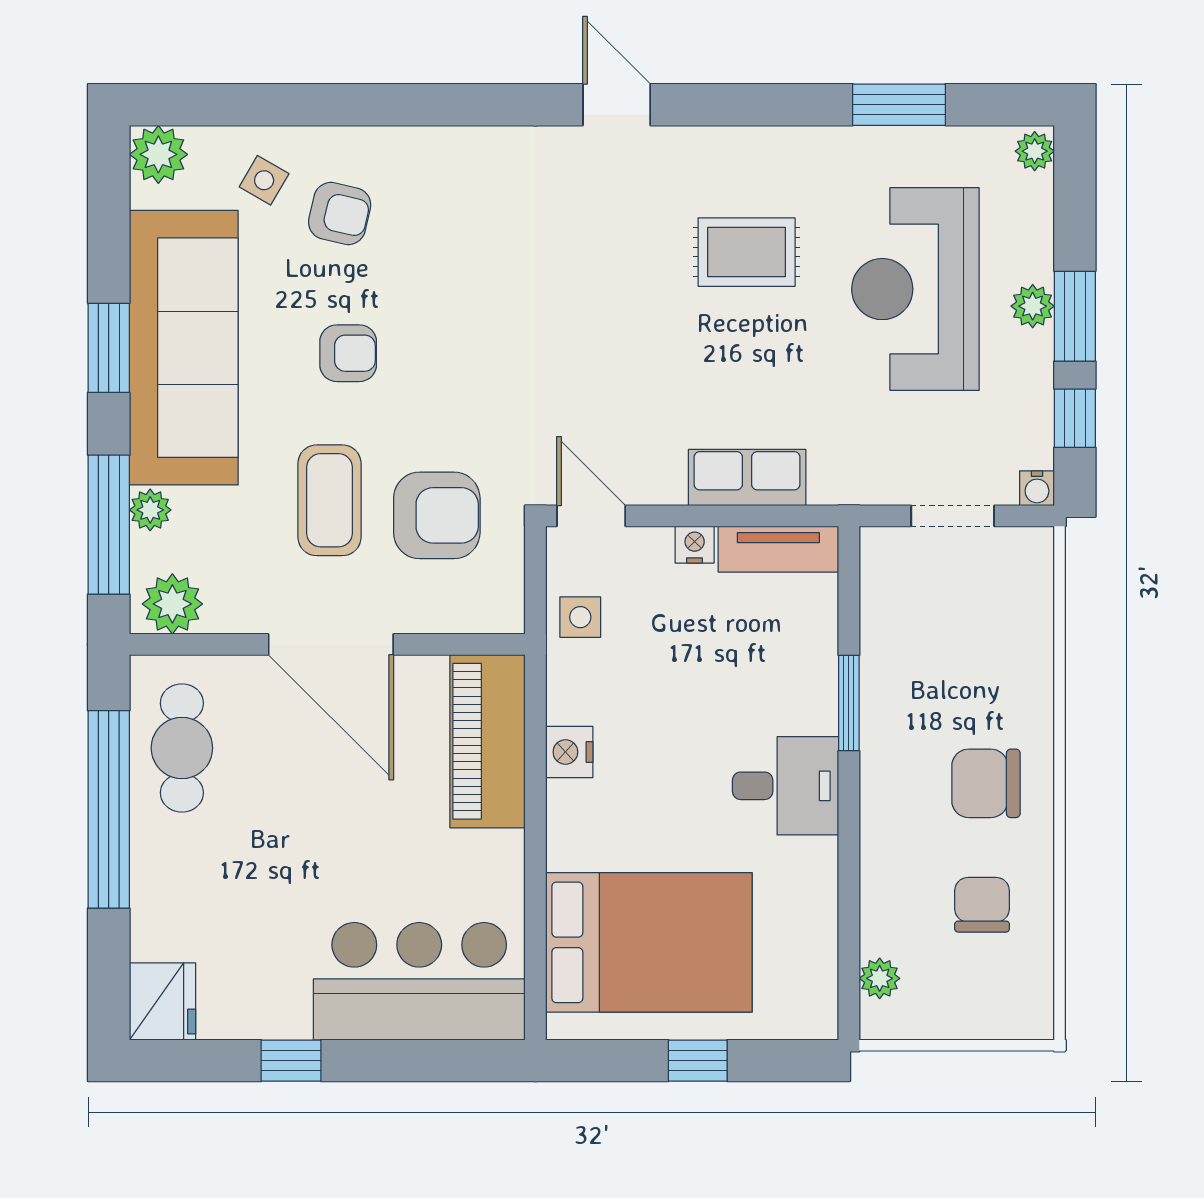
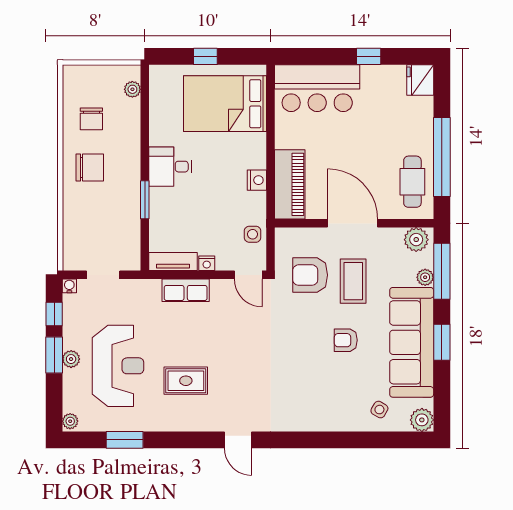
armchair: (340, 213) -> (349, 396), removed

